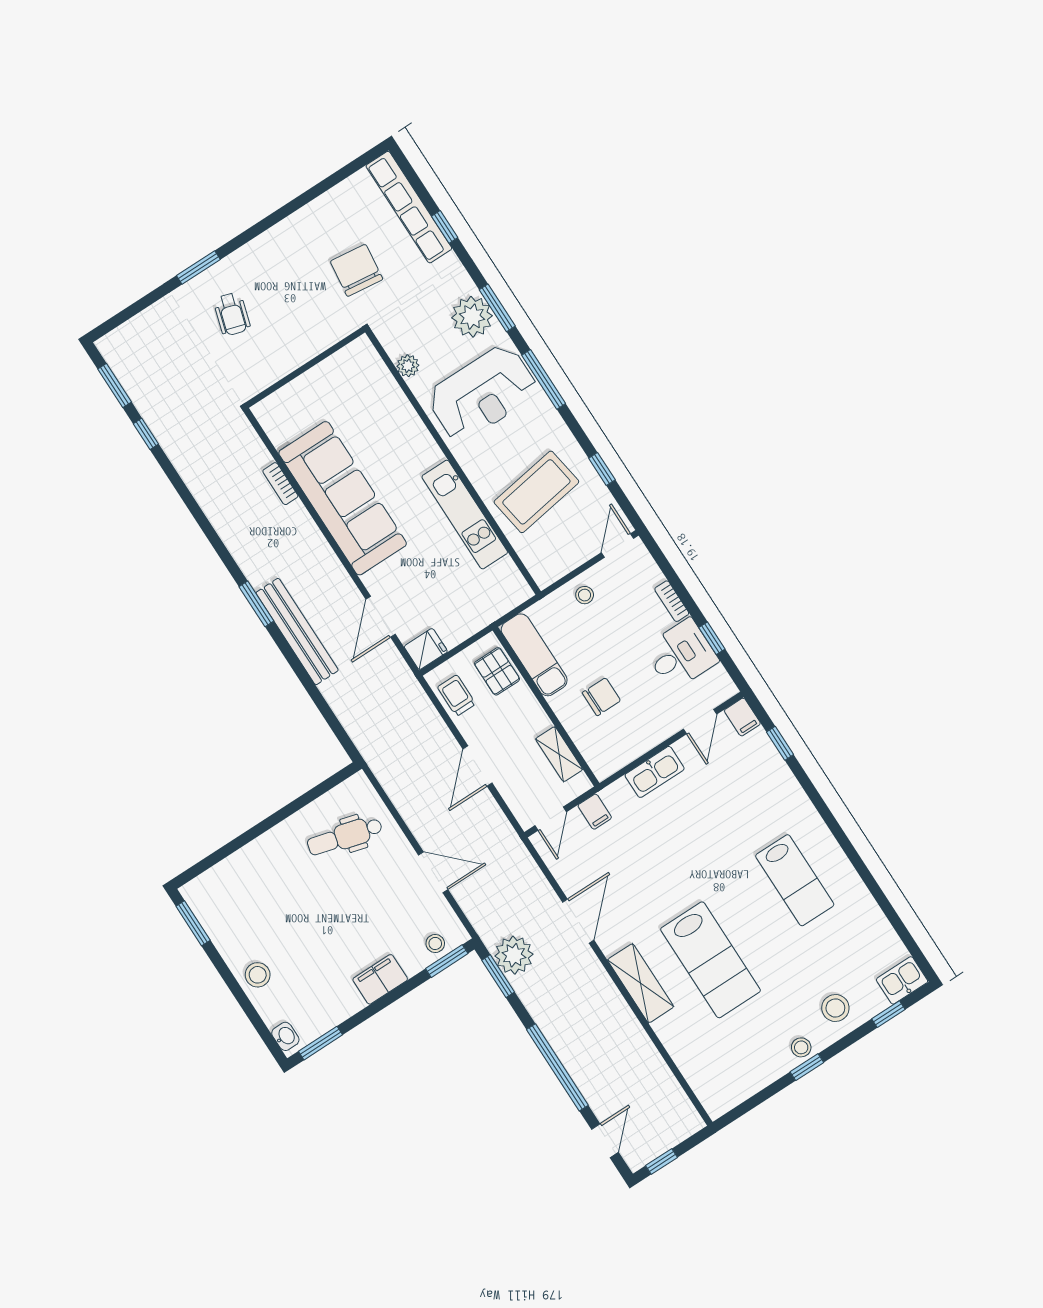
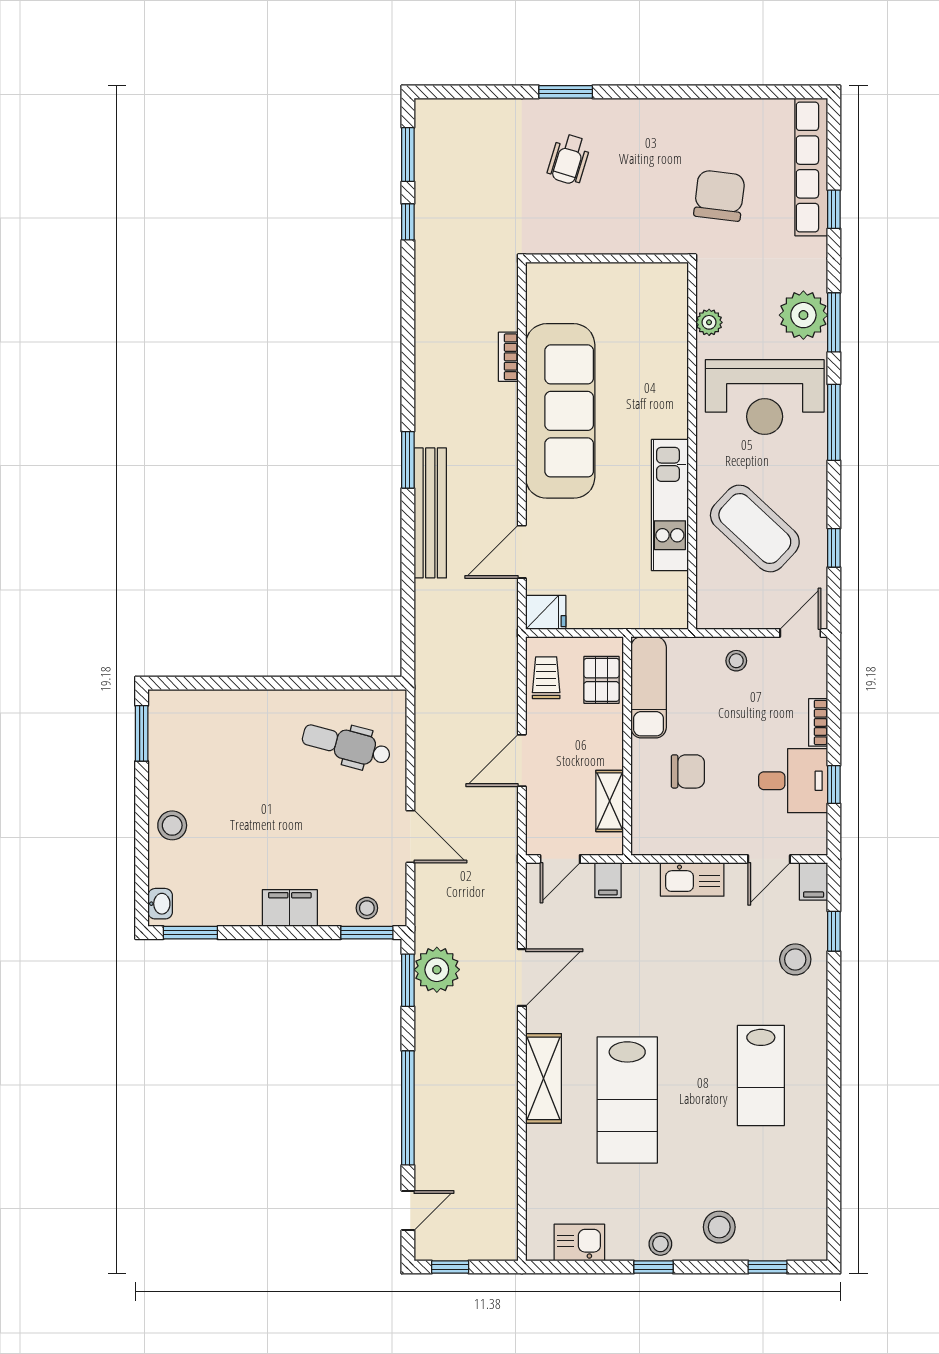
coffee table: (536, 492) -> (755, 528), turned 52
stool: (765, 781) -> (795, 959), added
kitchen sink: (902, 980) -> (579, 1243), moved

